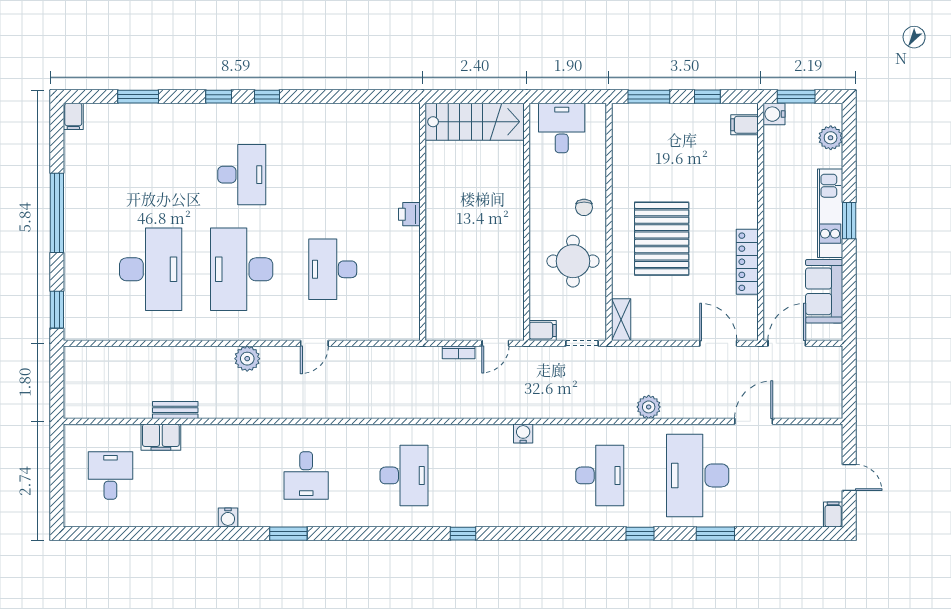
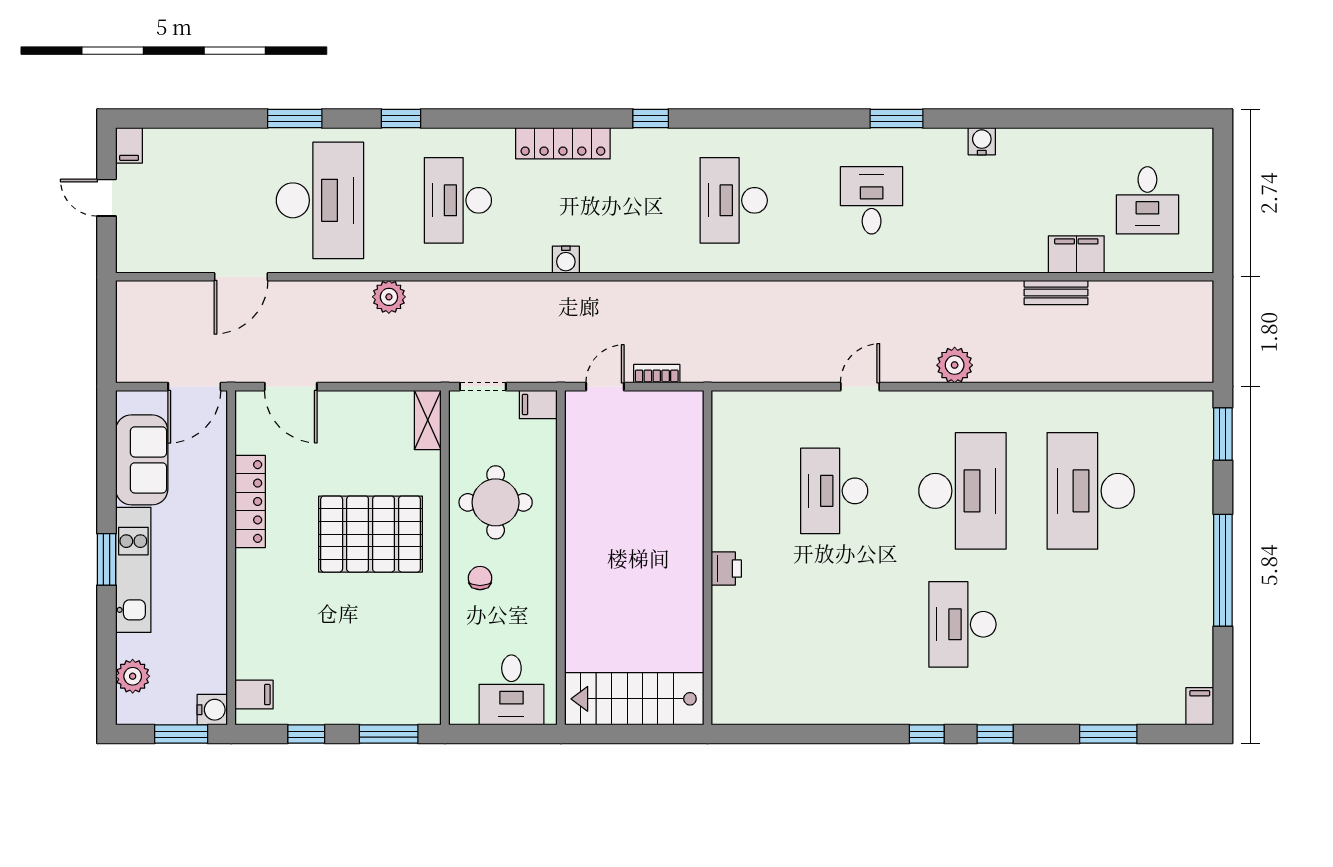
pallet: (662, 239) -> (371, 534), turned 90
desk: (333, 269) -> (834, 491), turned 180
locker: (525, 516) -> (563, 143), added

